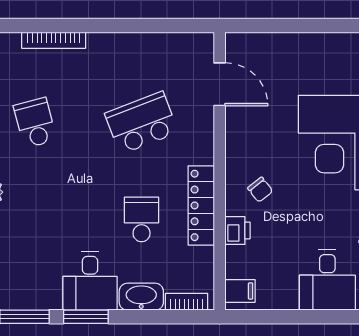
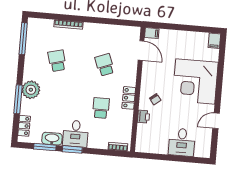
school desk: (142, 123) -> (105, 65), width x0.54
locker: (201, 205) -> (129, 98), width x0.66
filing cabinet: (240, 291) -> (152, 33), moved
washbasin: (141, 297) -> (52, 139), moved

